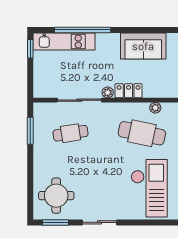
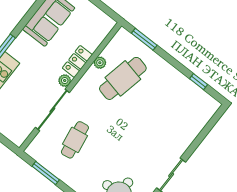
plant: (155, 108) -> (100, 63), moved
checkout: (149, 188) -> (175, 109), removed

